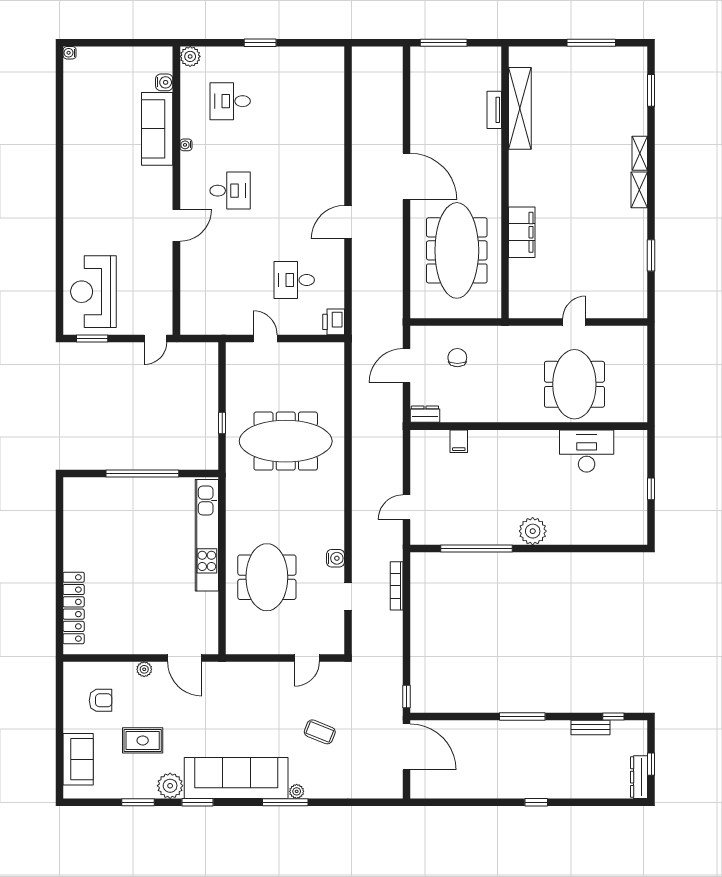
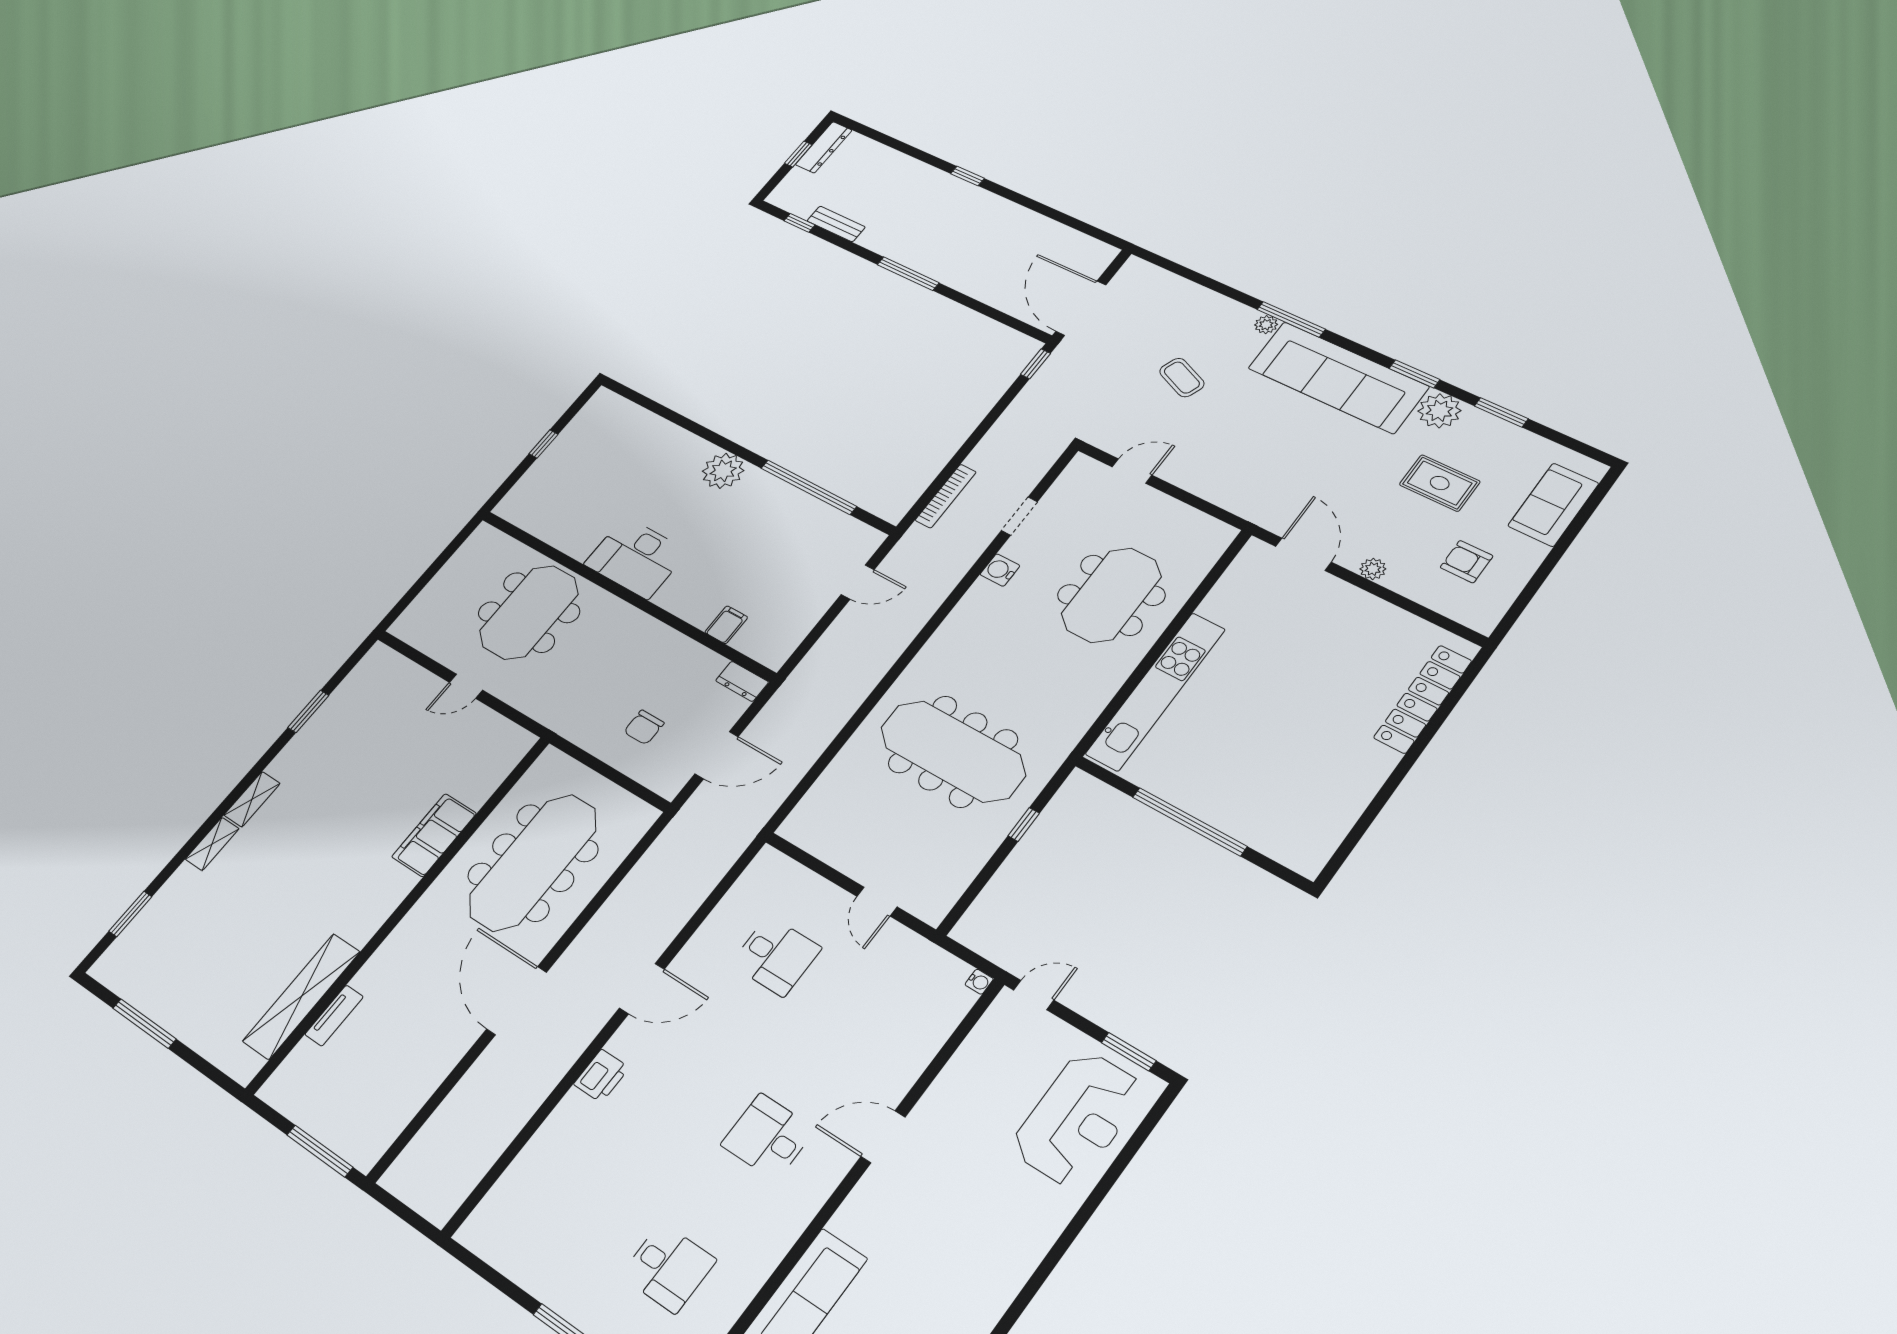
water cooler: (186, 145) -> (979, 982), moved
printer: (334, 322) -> (601, 1076), moved
desk: (587, 451) -> (636, 558), moved

